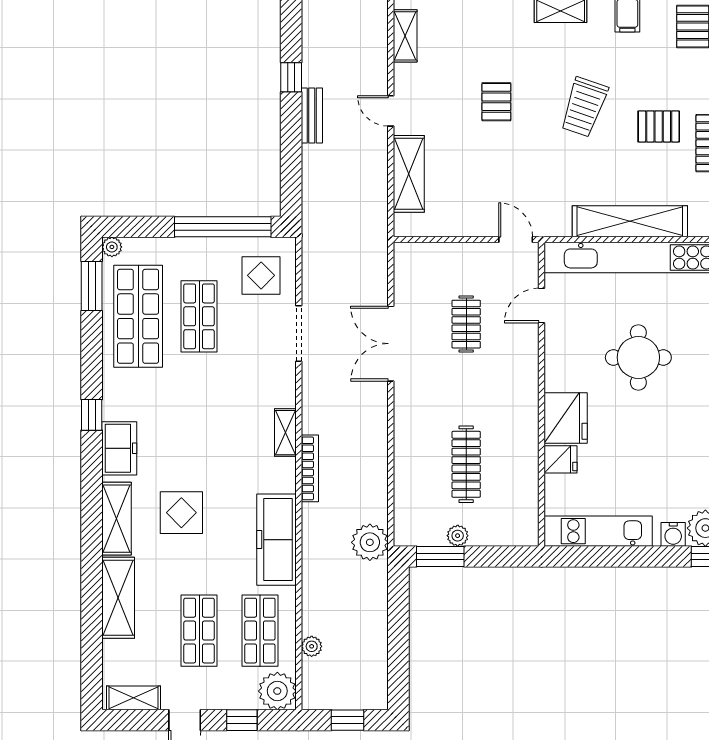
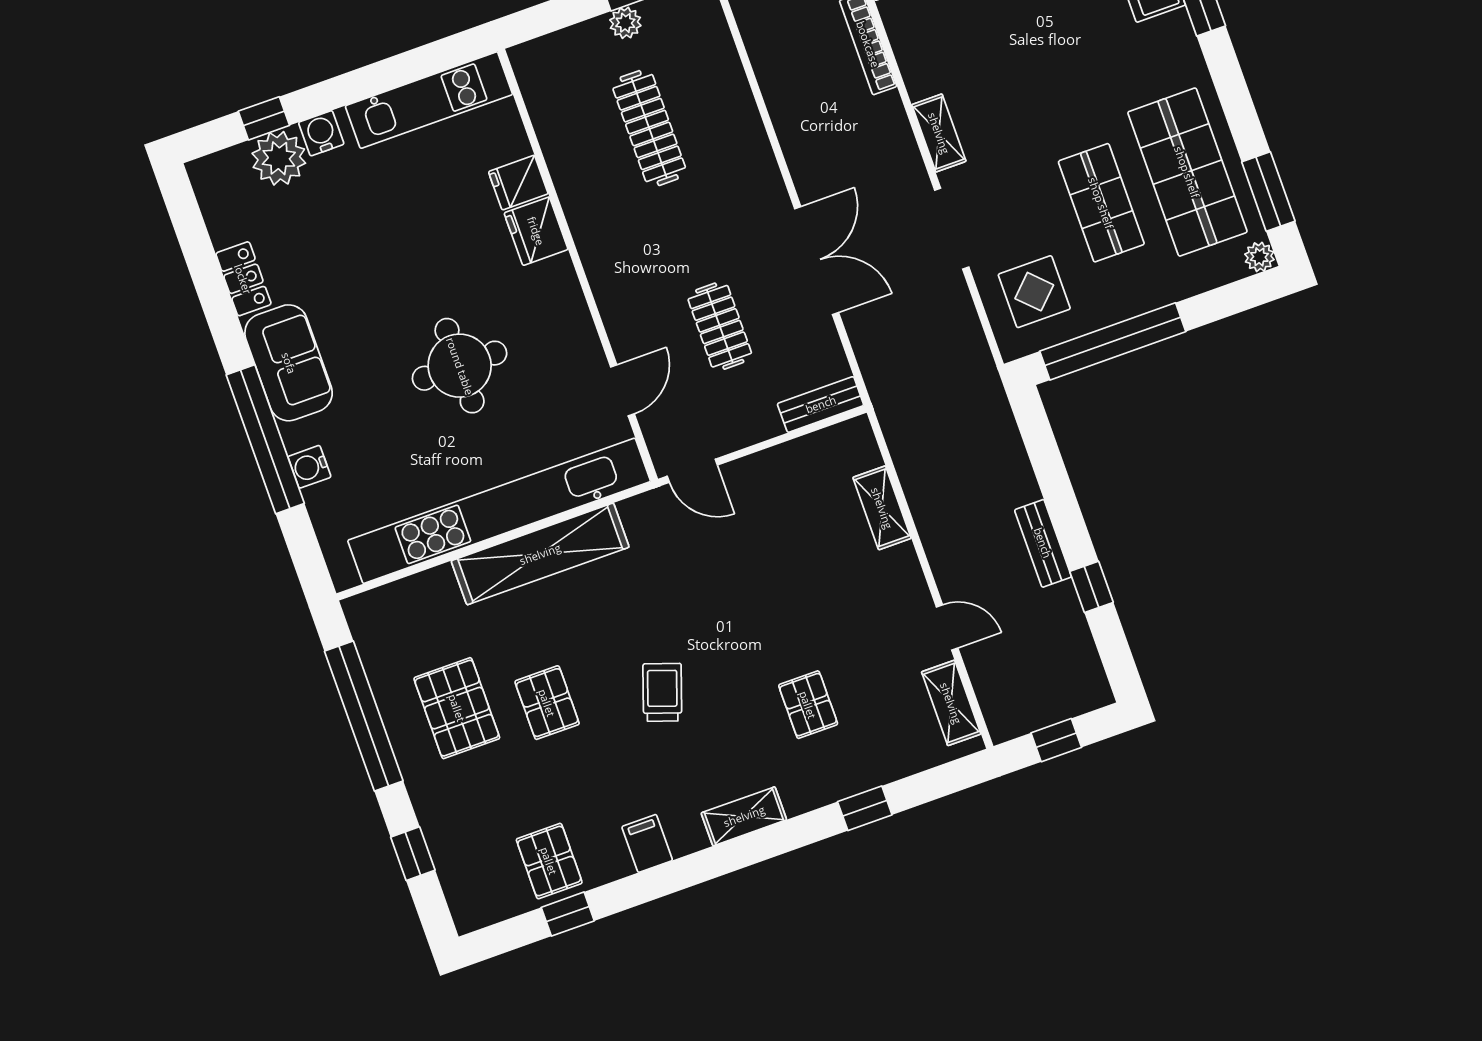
pallet: (496, 102) -> (808, 705), moved
trolley: (584, 107) -> (662, 692), width x0.73, depth x0.72
door: (391, 111) -> (947, 627), moved
pallet: (659, 126) -> (547, 703), turned 90
shelving: (409, 174) -> (882, 508), width x0.67, depth x0.75
bench: (420, 252) -> (821, 404), added
fridge: (566, 418) -> (536, 231), width x0.73, depth x0.75
shelving: (285, 433) -> (939, 133), moved

